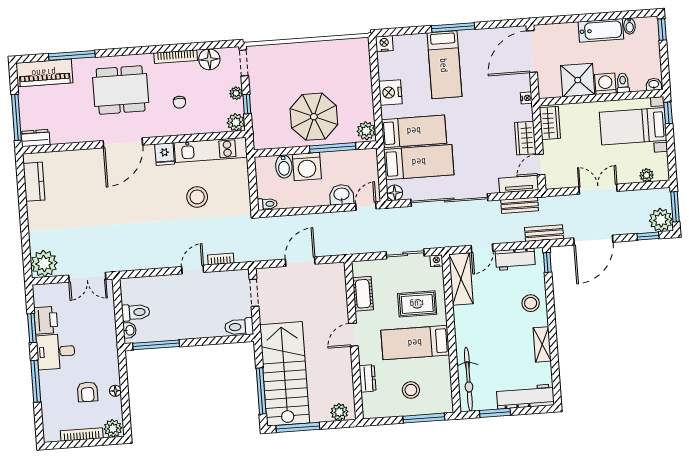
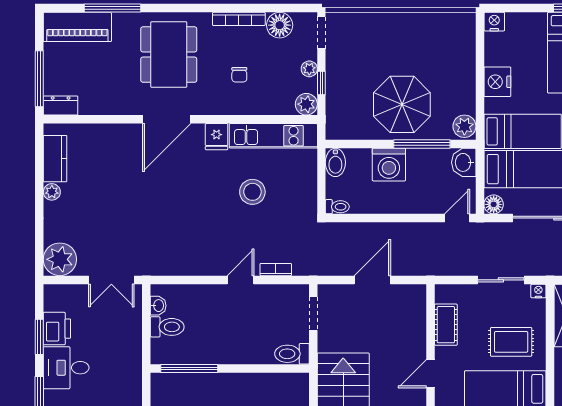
dining table: (121, 90) -> (169, 55), turned 90
bidet: (284, 166) -> (335, 162), moved
washbasin: (342, 195) -> (464, 162), moved, turned -90
plant: (33, 209) -> (52, 192), added
washbasin: (130, 330) -> (158, 306), moved

